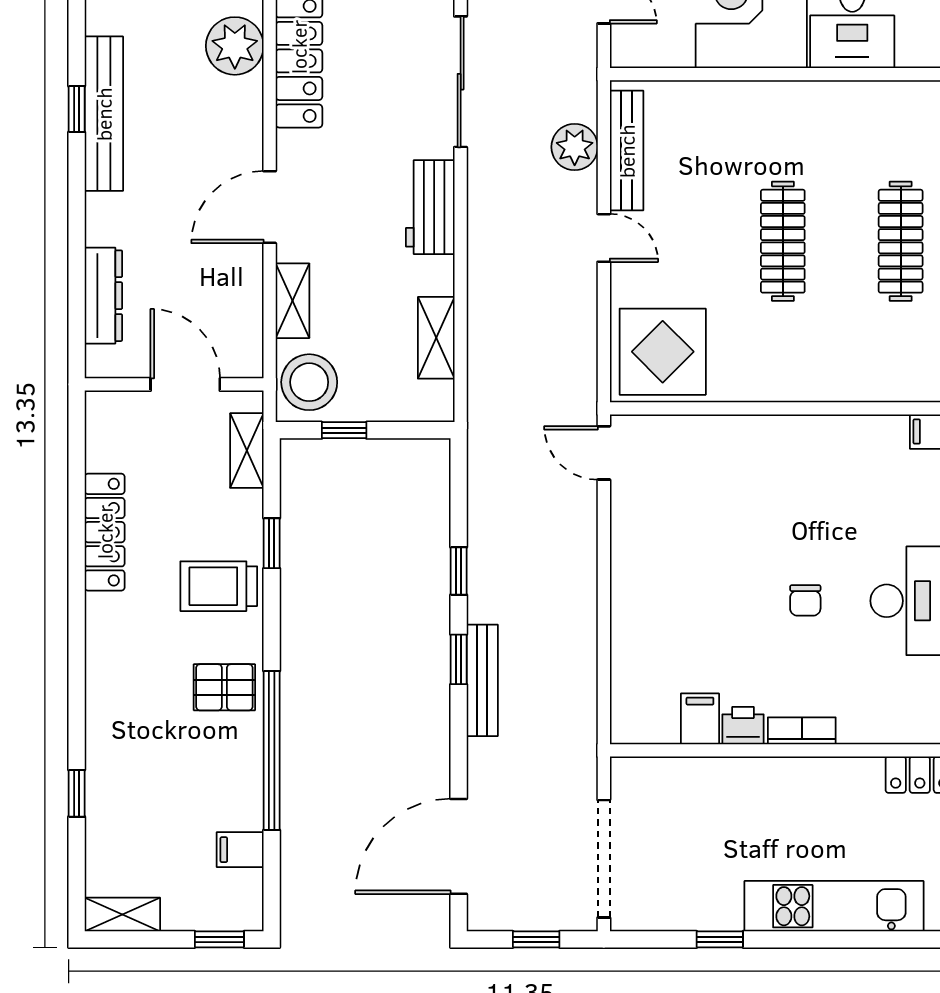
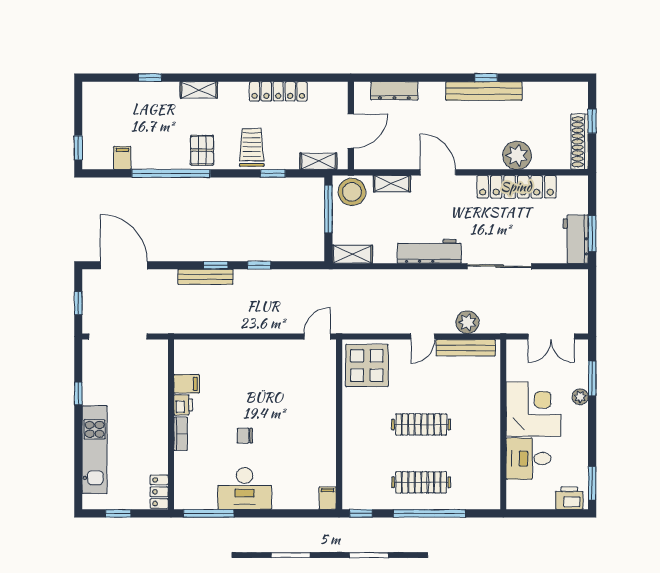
workbench: (430, 207) -> (429, 251), width x1.38
shelving: (436, 338) -> (352, 254), moved
window: (344, 430) -> (328, 209), width x2.17
shelving: (122, 914) -> (199, 90), moved, turned 90

